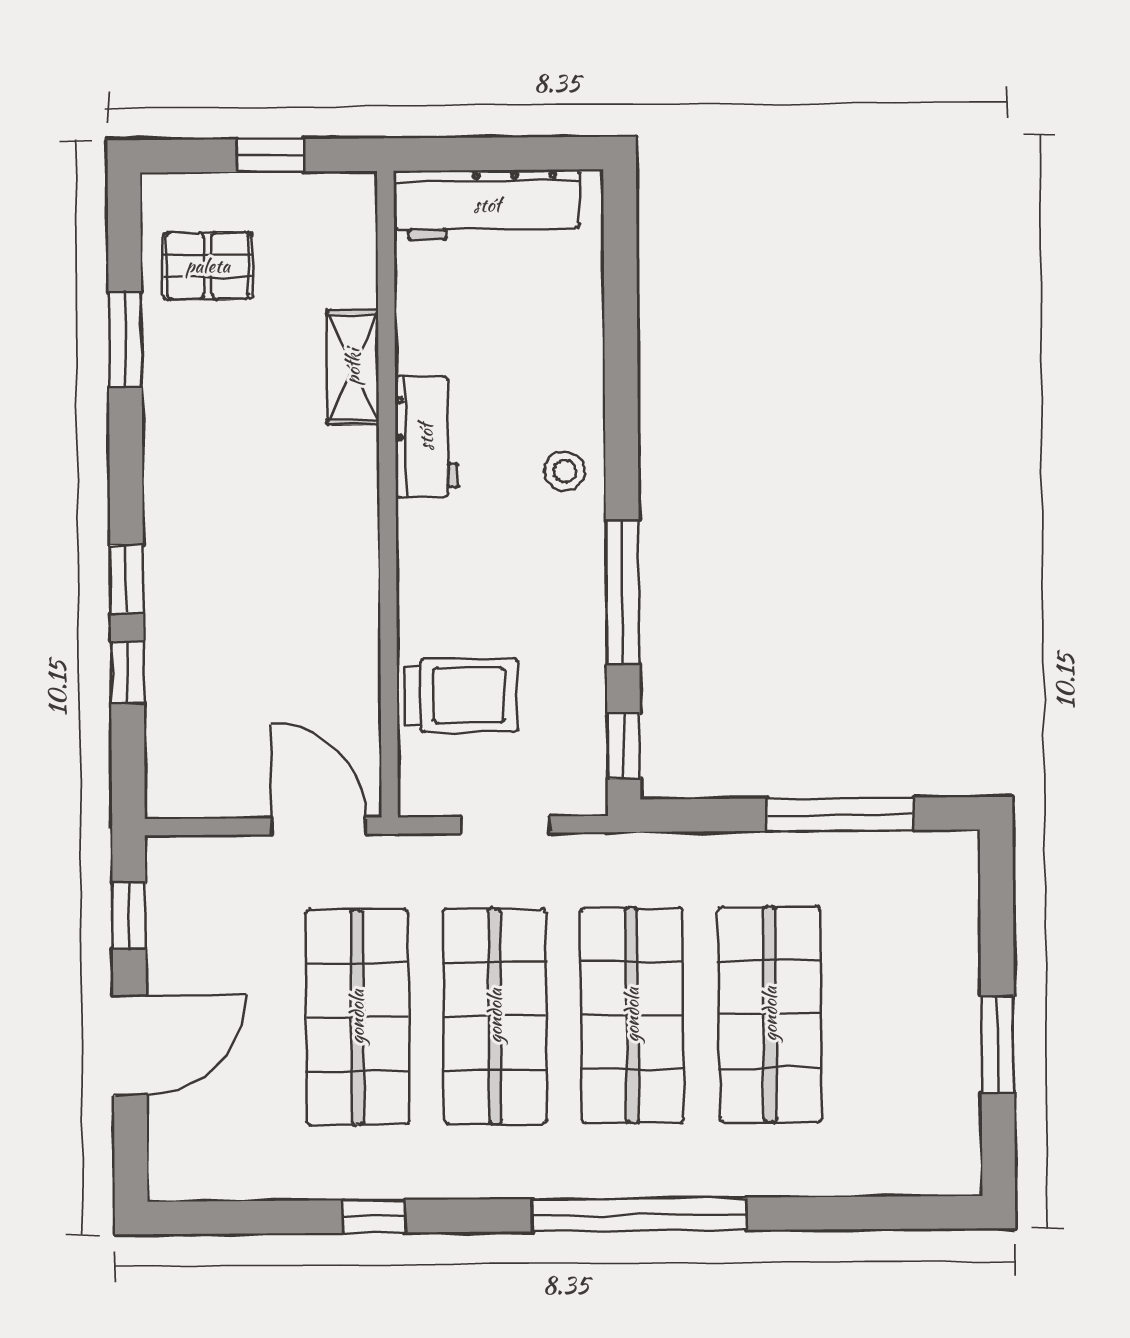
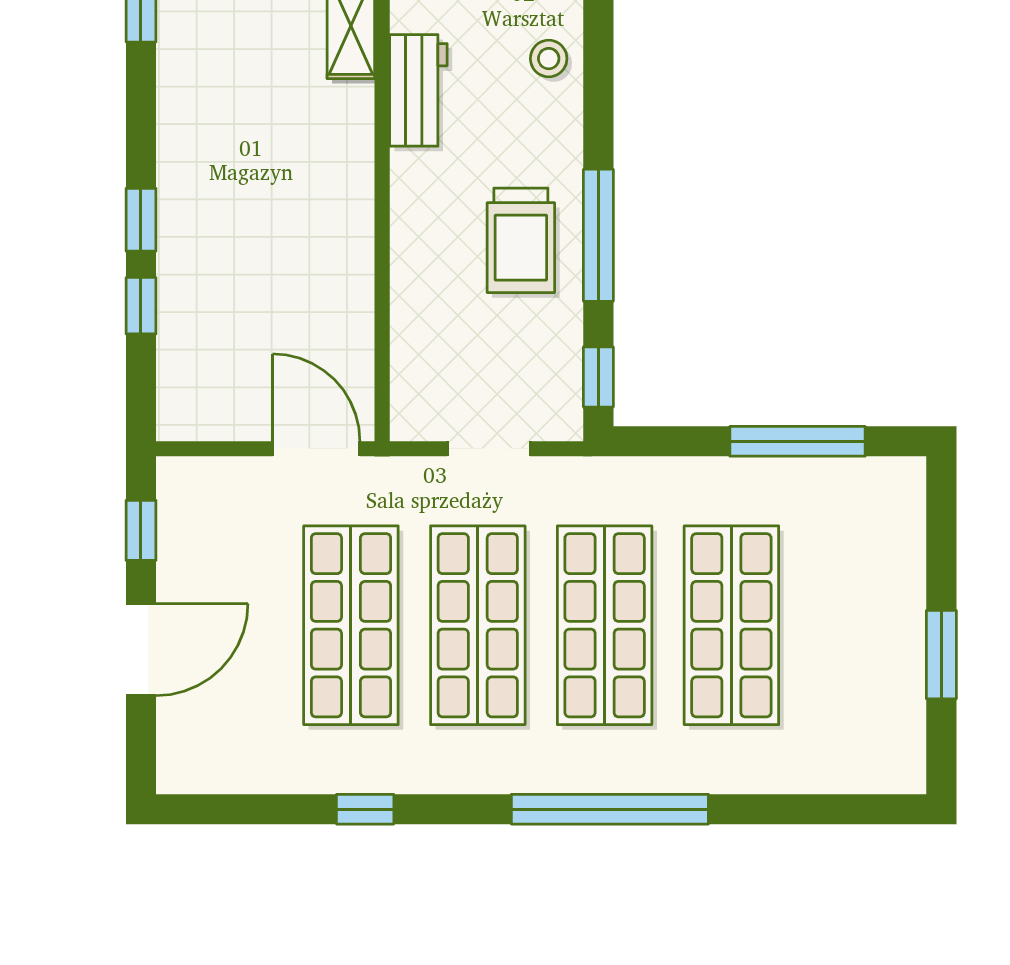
stool: (565, 471) -> (549, 59), moved
trolley: (461, 695) -> (521, 240), moved, turned 90

